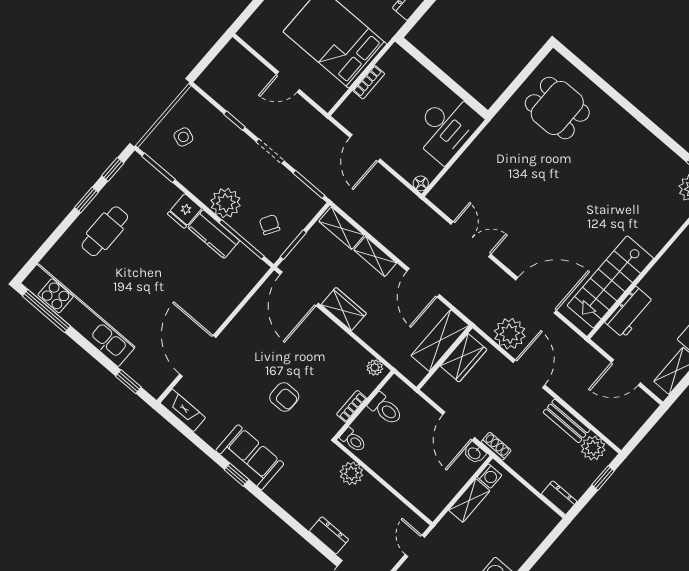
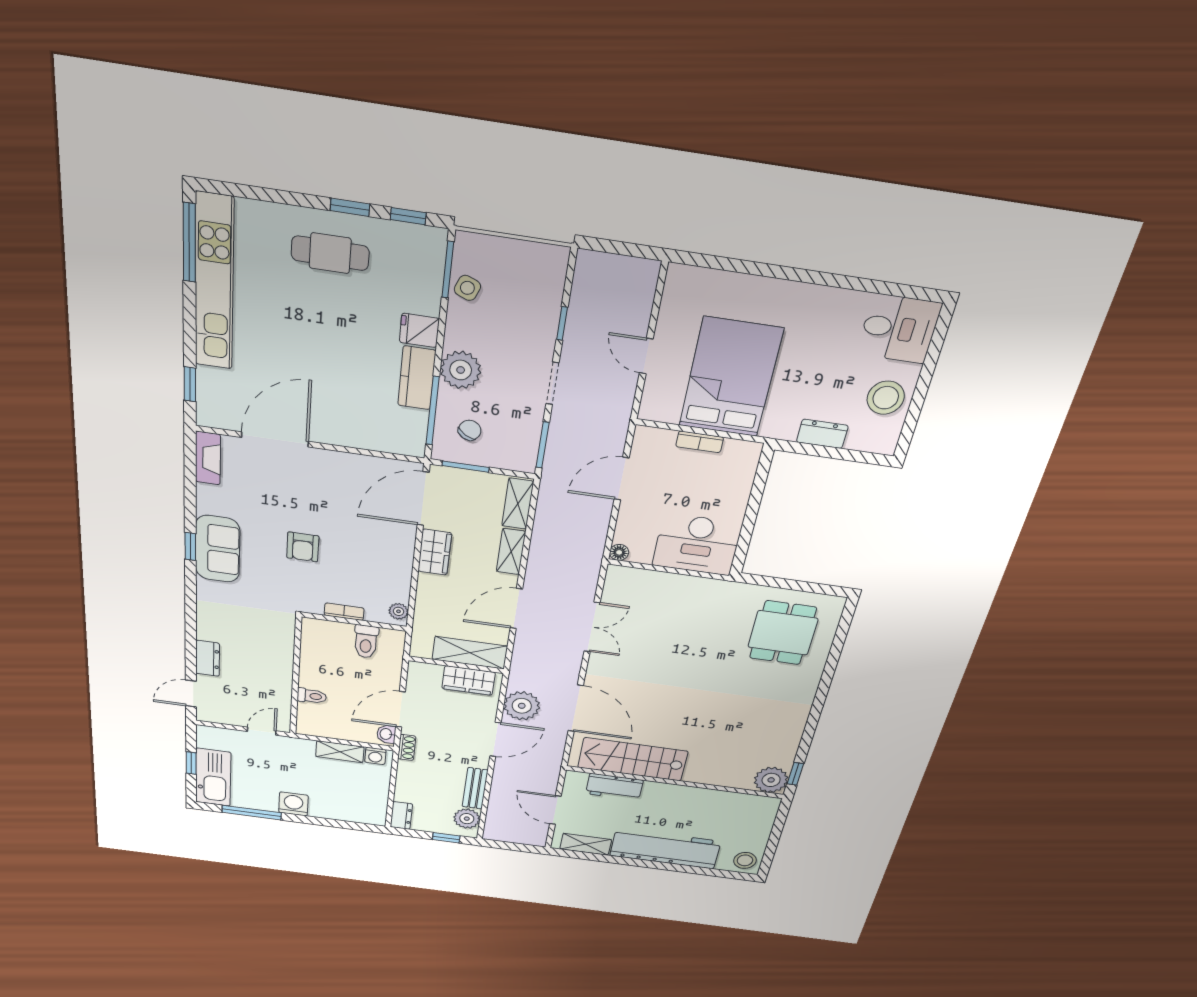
side table: (183, 137) -> (467, 288), moved
toilet: (353, 440) -> (312, 696), moved, turned -90
plant: (351, 473) -> (281, 646), removed

